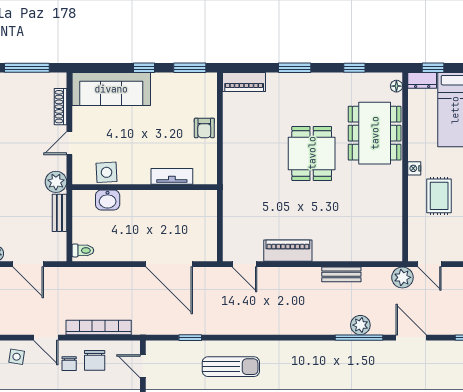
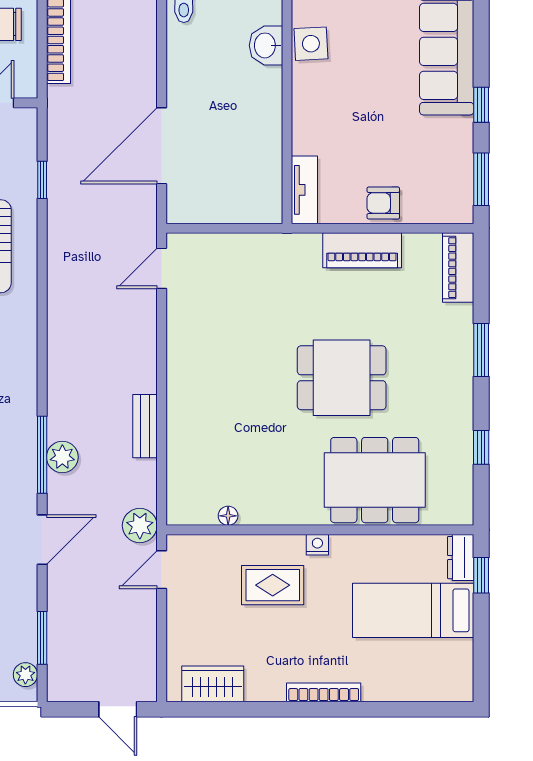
floor lamp: (396, 86) -> (228, 516), moved
tv unit: (172, 176) -> (304, 190), moved
piano: (288, 251) -> (362, 250), moved, turned 90

